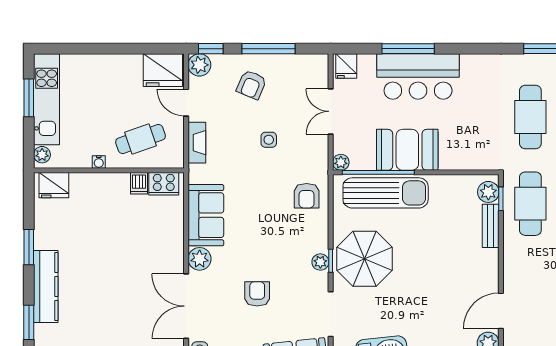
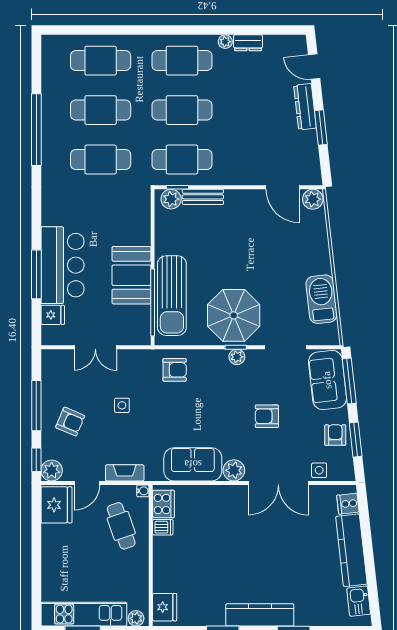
fridge: (346, 66) -> (53, 315), moved
water cooler: (99, 162) -> (143, 491), moved
plant: (341, 162) -> (143, 338), removed
sun lounger: (386, 193) -> (172, 296), turned 180

